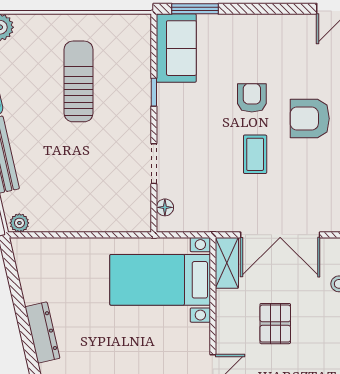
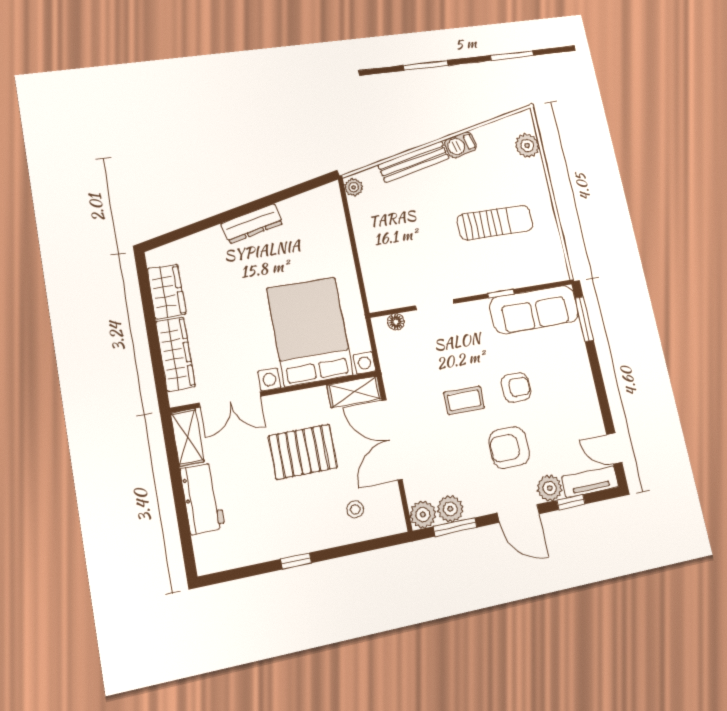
sofa: (176, 48) -> (534, 310), width x1.36
armchair: (310, 119) -> (509, 447), turned -90
bed with nightstands: (160, 280) -> (310, 332), width x1.36
pallet: (275, 324) -> (303, 452), width x1.50, depth x1.42

